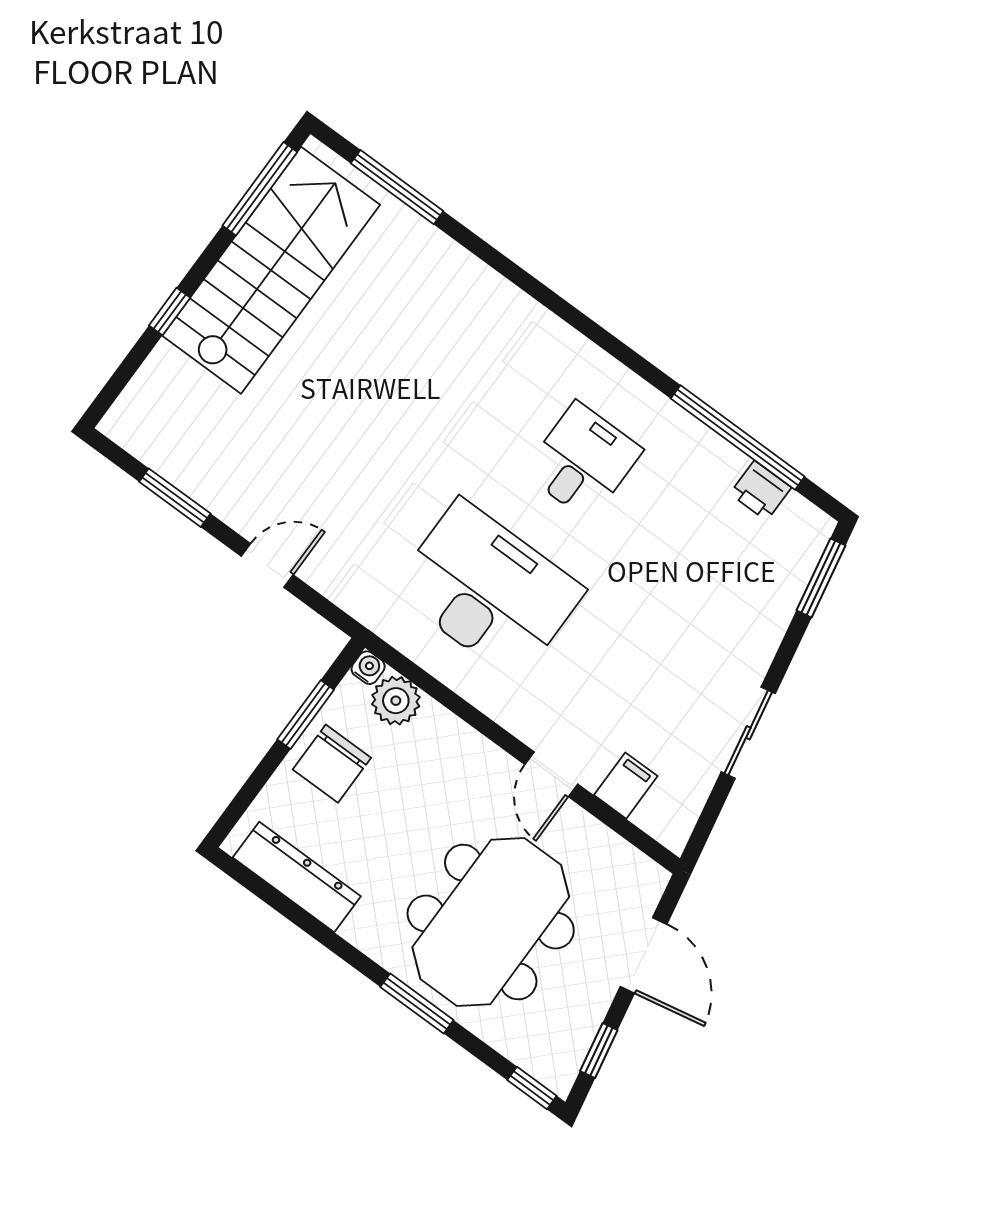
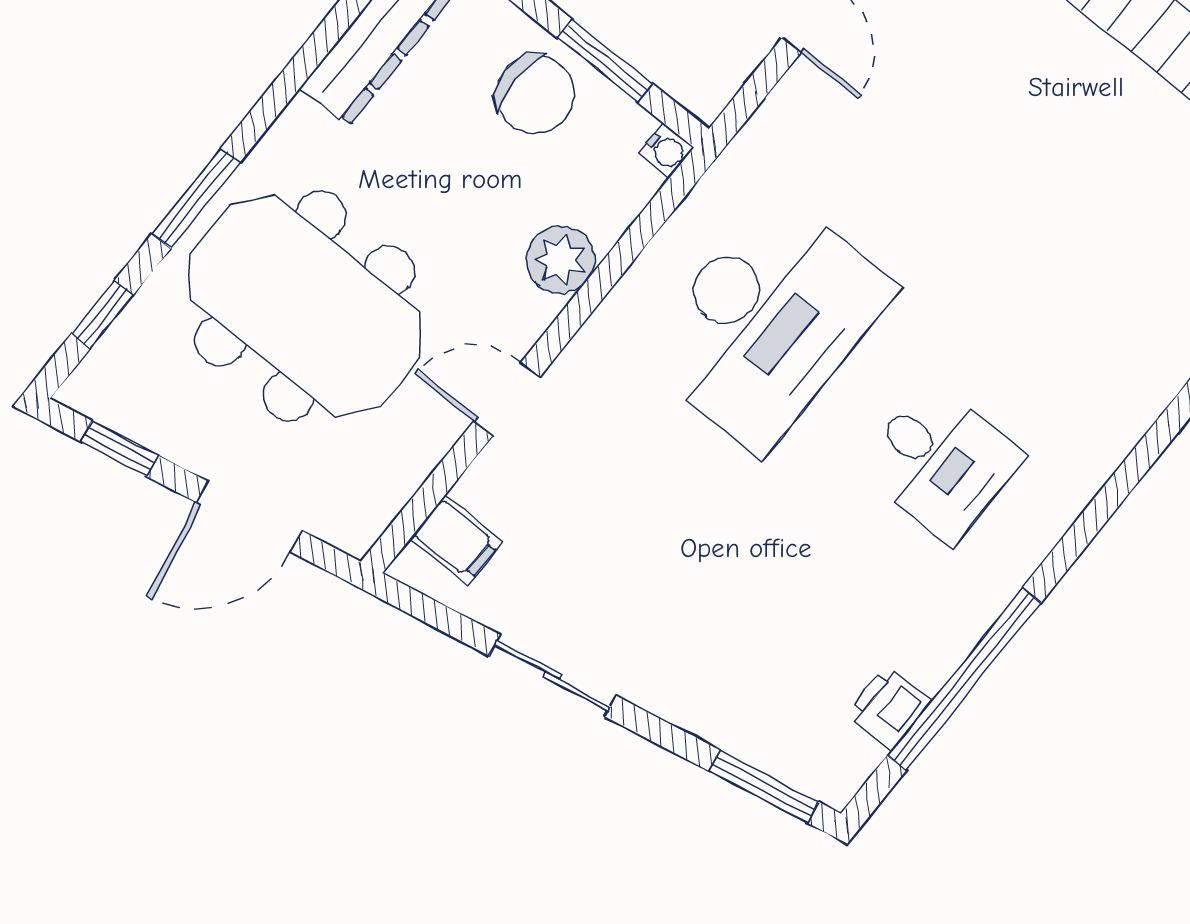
plant: (396, 701) -> (561, 260), moved
chair: (332, 764) -> (535, 94), turned 180
filing cabinet: (626, 786) -> (456, 540), moved
window: (532, 1088) -> (102, 315), moved

